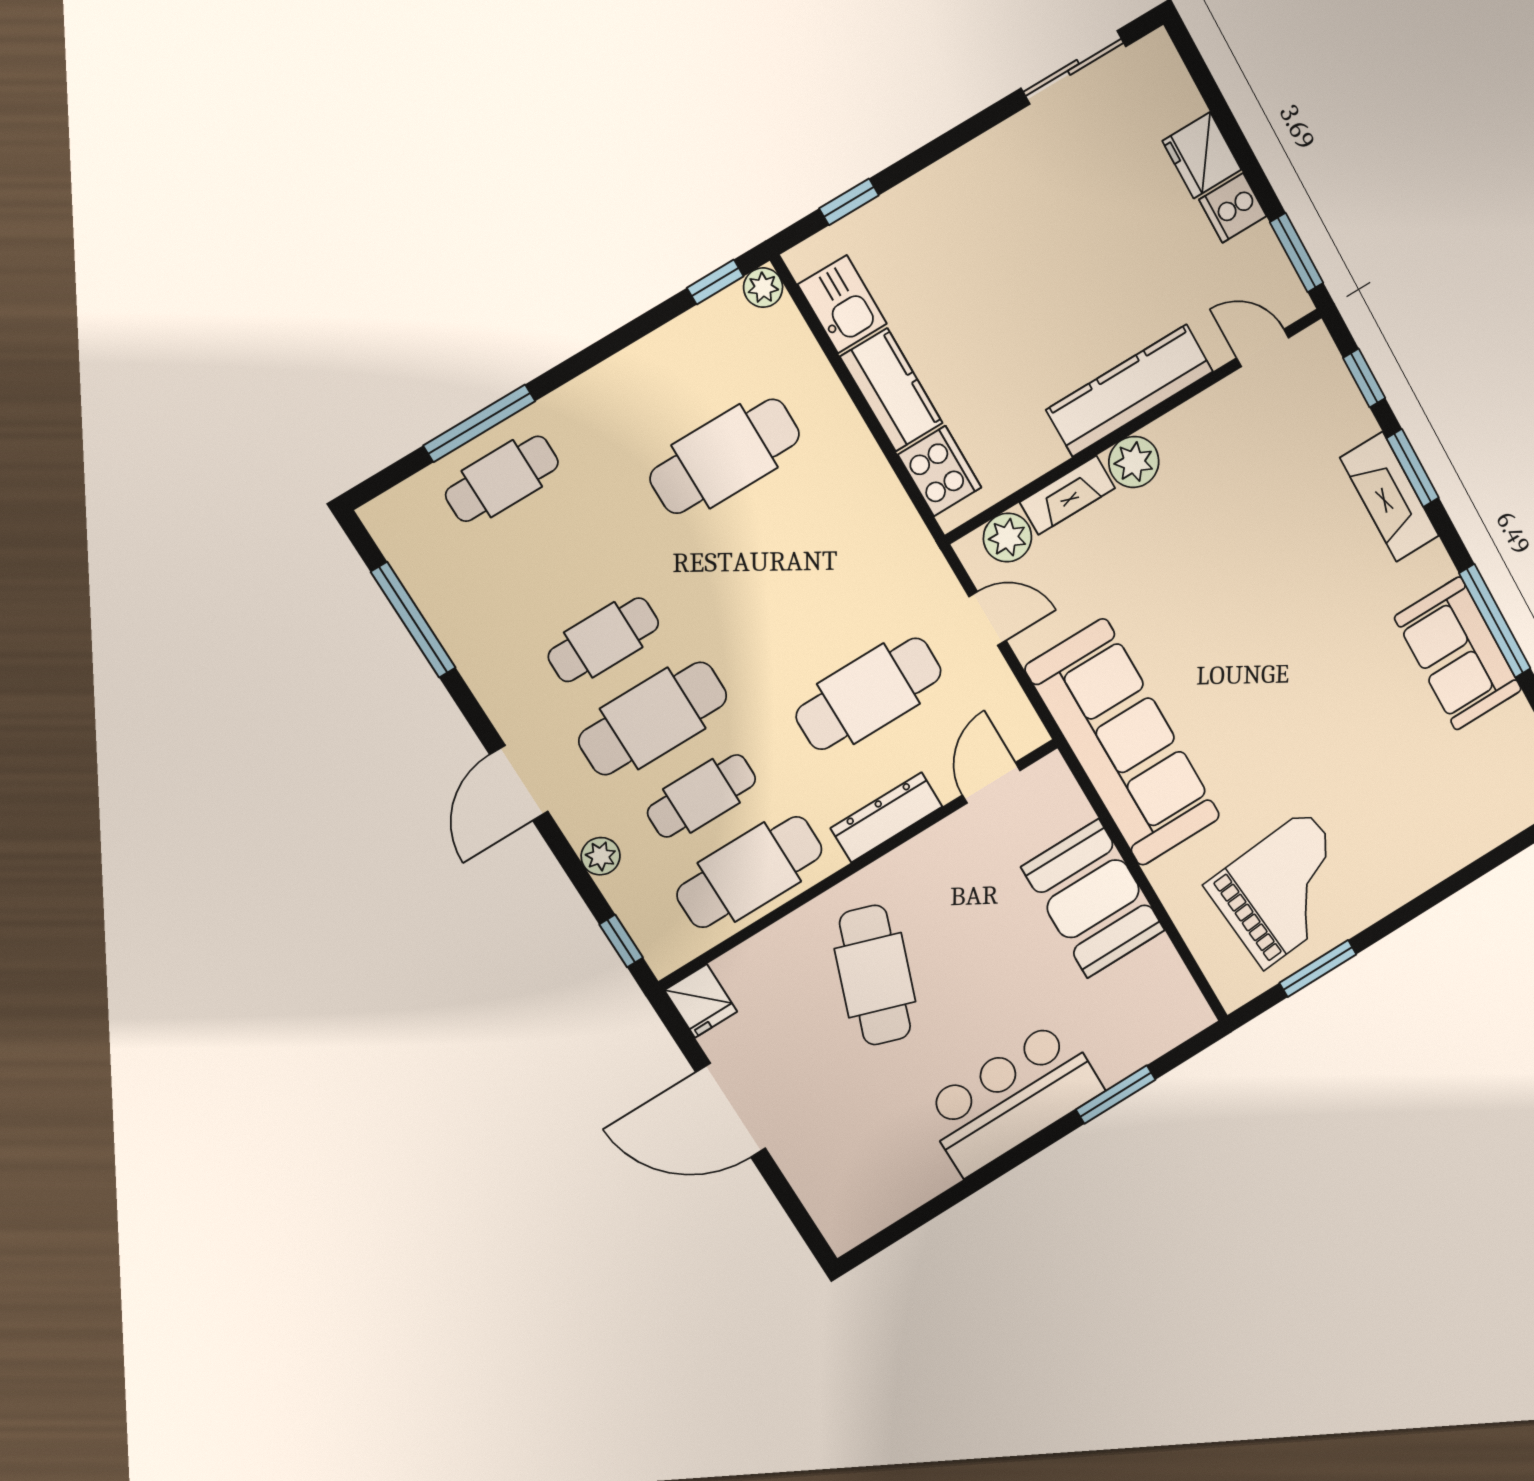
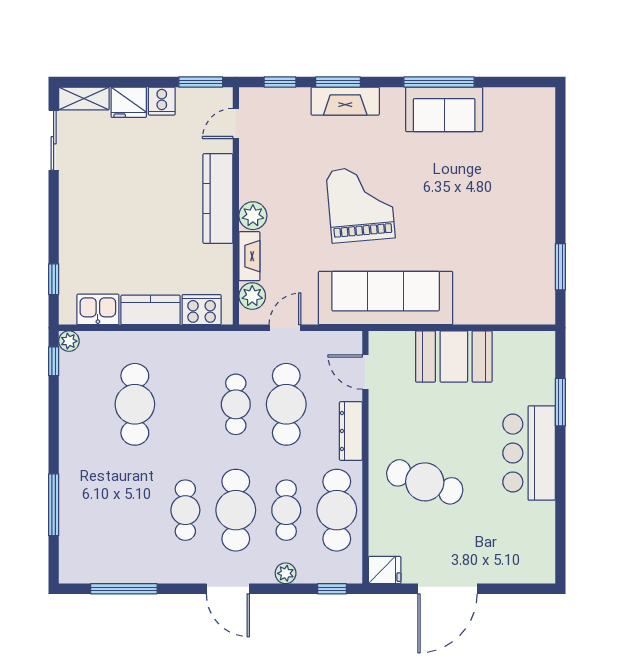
shelving: (1168, 78) -> (84, 98), added
cafe table: (502, 479) -> (236, 404), moved
grand piano: (1285, 890) -> (361, 204), moved

